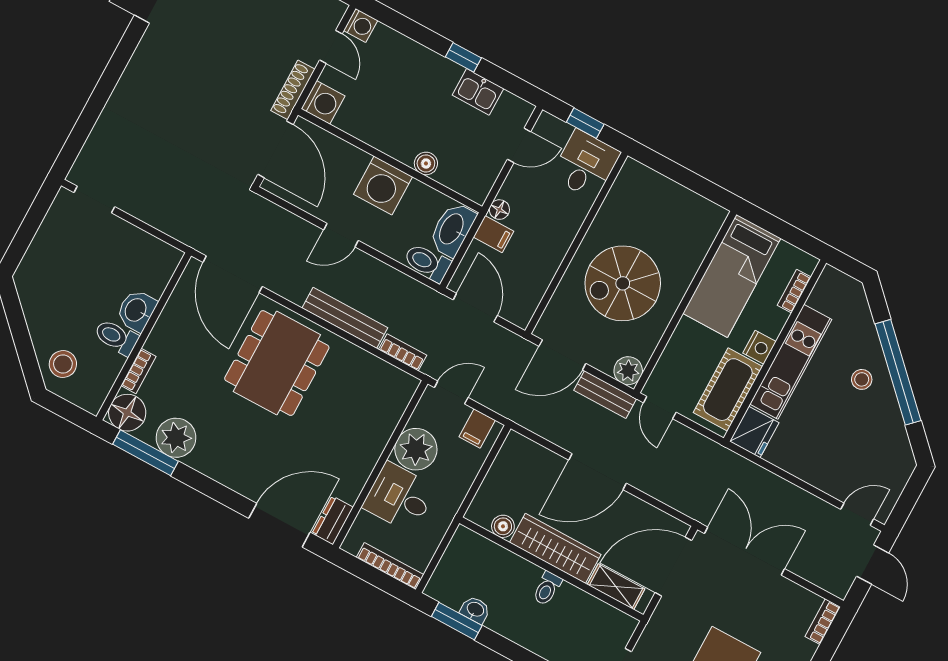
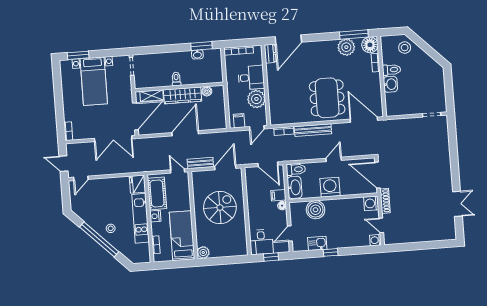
boiler: (426, 163) -> (316, 210), width x1.86, depth x1.86
plant: (628, 371) -> (203, 252), moved

